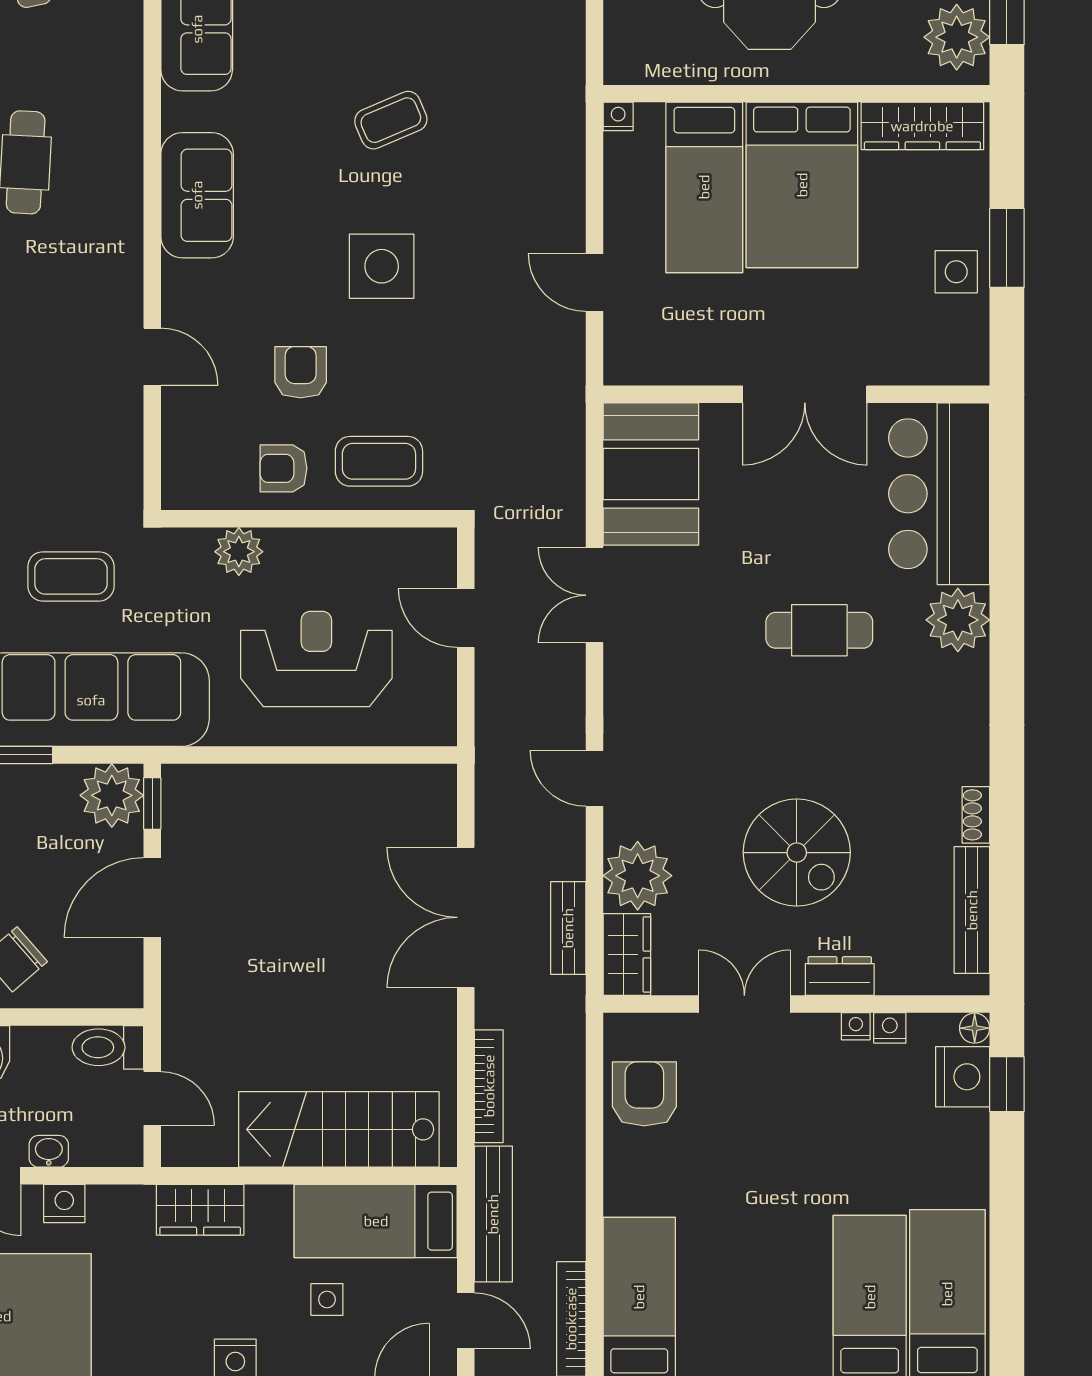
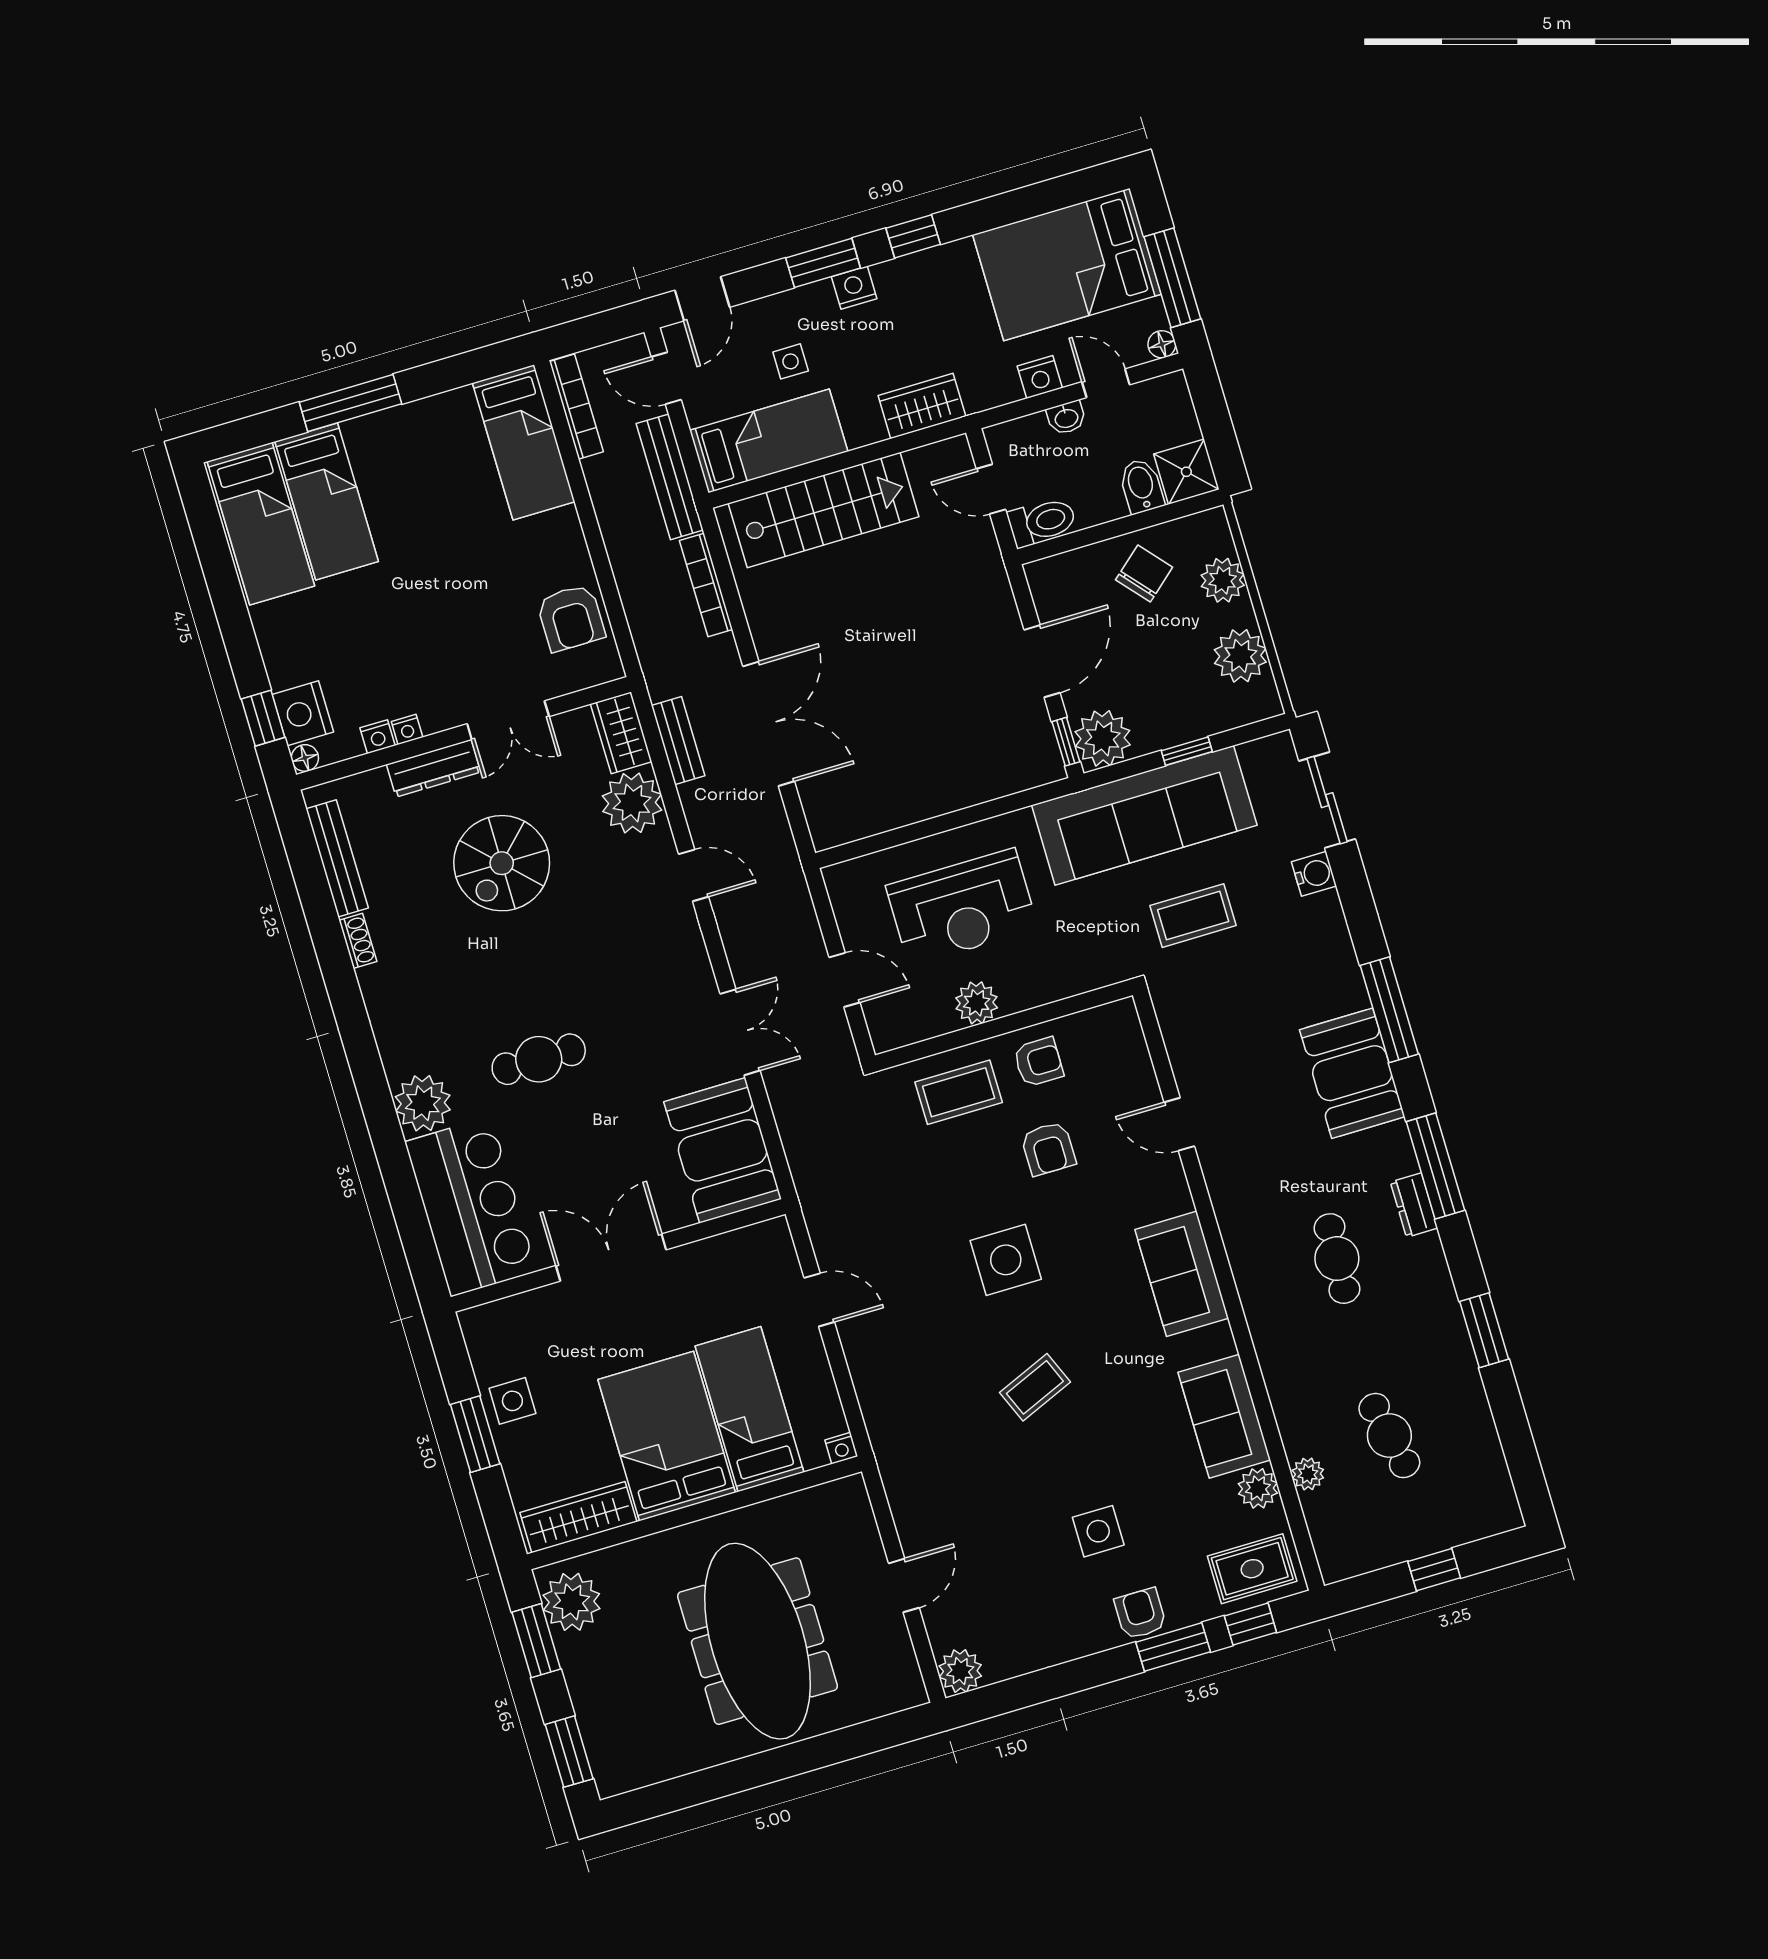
plant: (239, 552) -> (977, 1003), moved
spiral stairs: (797, 853) -> (502, 863), turned -90
dresser: (840, 976) -> (434, 768), width x1.44

